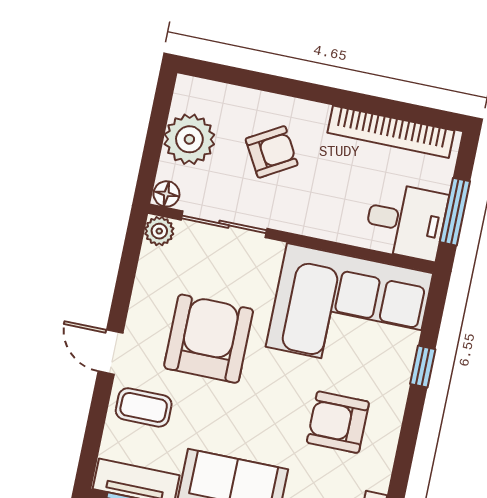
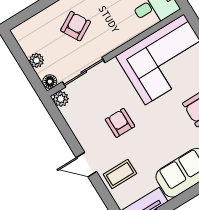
plant: (189, 139) -> (36, 60), width x0.53, depth x0.53
armchair: (209, 339) -> (120, 123), width x0.53, depth x0.53

